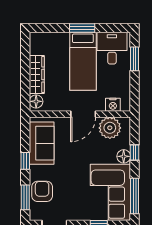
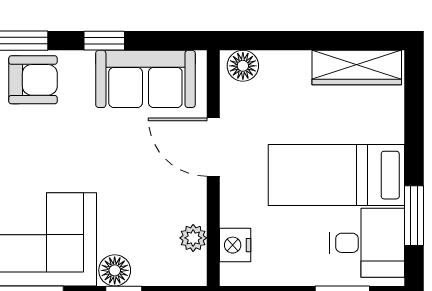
window: (82, 28) -> (414, 216), moved
wardrobe: (37, 75) -> (357, 67), moved
door: (83, 114) -> (213, 147), moved
plant: (110, 128) -> (193, 238), width x0.53, depth x0.53

